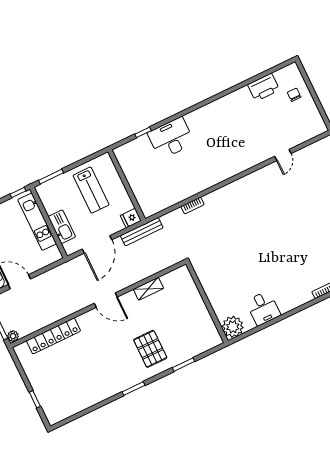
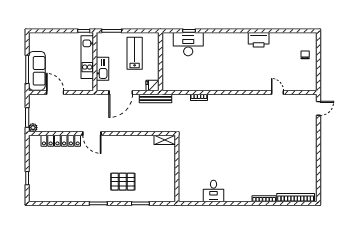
printer: (264, 87) -> (259, 40), moved
desk: (171, 138) -> (188, 44), moved
door: (283, 155) -> (277, 92), swing flipped
lab bench: (91, 190) -> (135, 53), turned 180
shelving: (148, 289) -> (165, 140), moved
door: (106, 300) -> (92, 134), moved
plant: (233, 327) -> (187, 194), removed
pallet: (150, 349) -> (123, 182), turned 90

